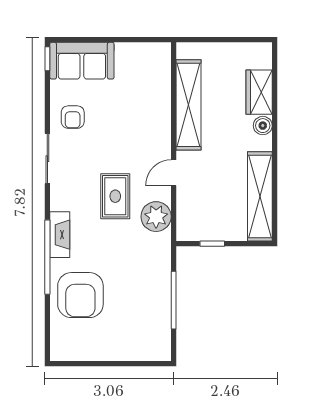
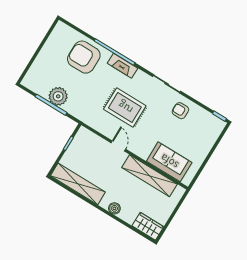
sofa: (82, 61) -> (169, 162), moved, turned 90
wardrobe: (259, 92) -> (148, 226), moved
rug: (115, 196) -> (125, 108), width x1.36, depth x1.43
plant: (156, 217) -> (58, 96), moved

